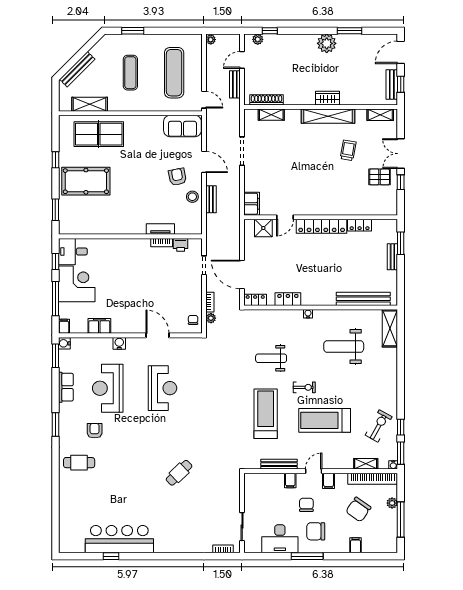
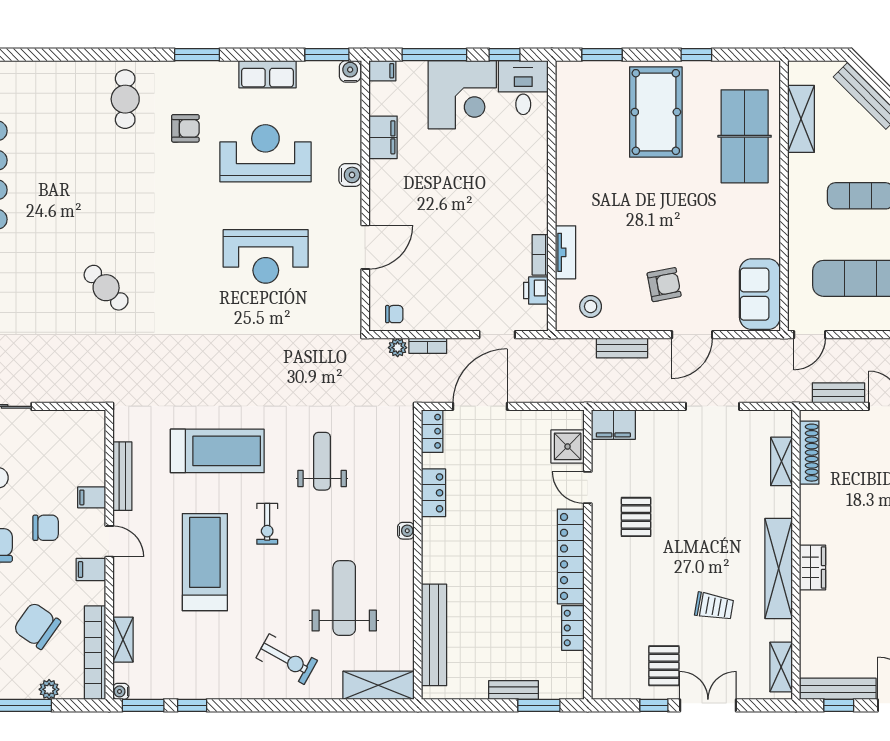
bench: (392, 85) -> (838, 689), width x1.36
pallet: (301, 192) -> (636, 517), added
stool: (192, 197) -> (591, 306), moved
exercise bike: (379, 426) -> (287, 659), moved

